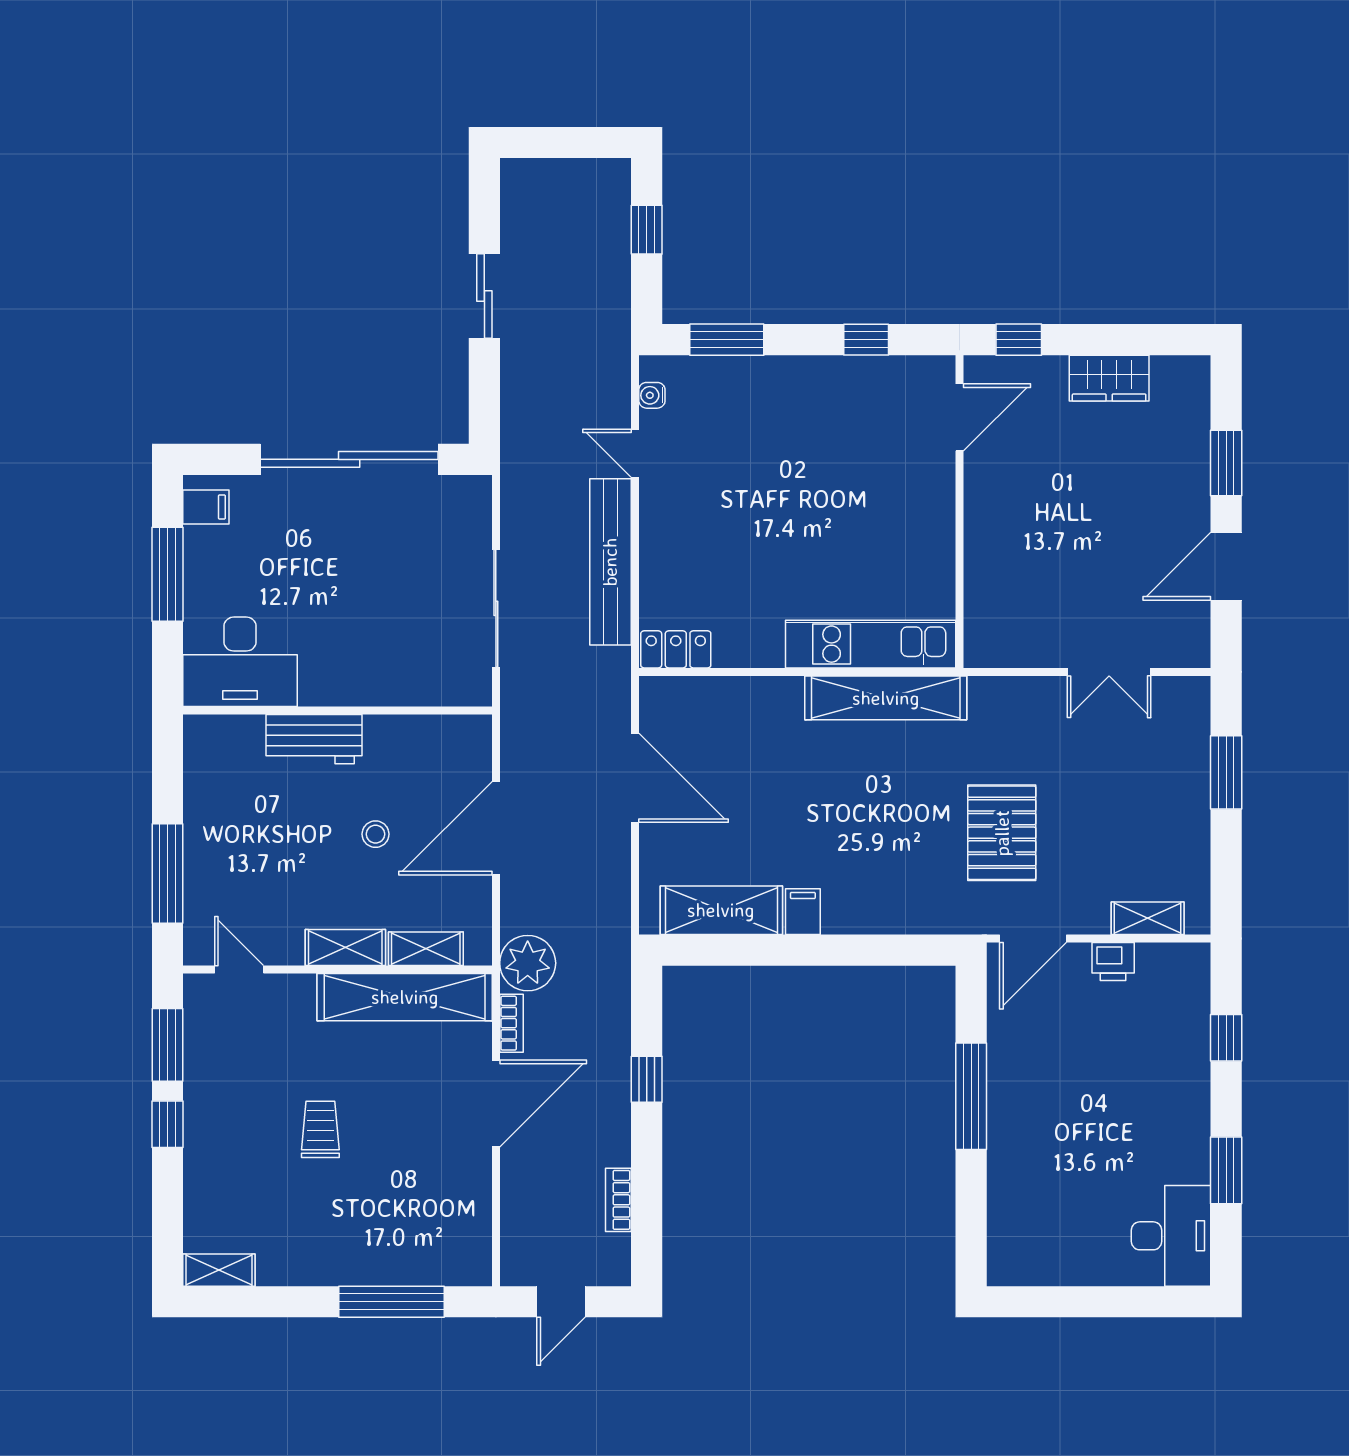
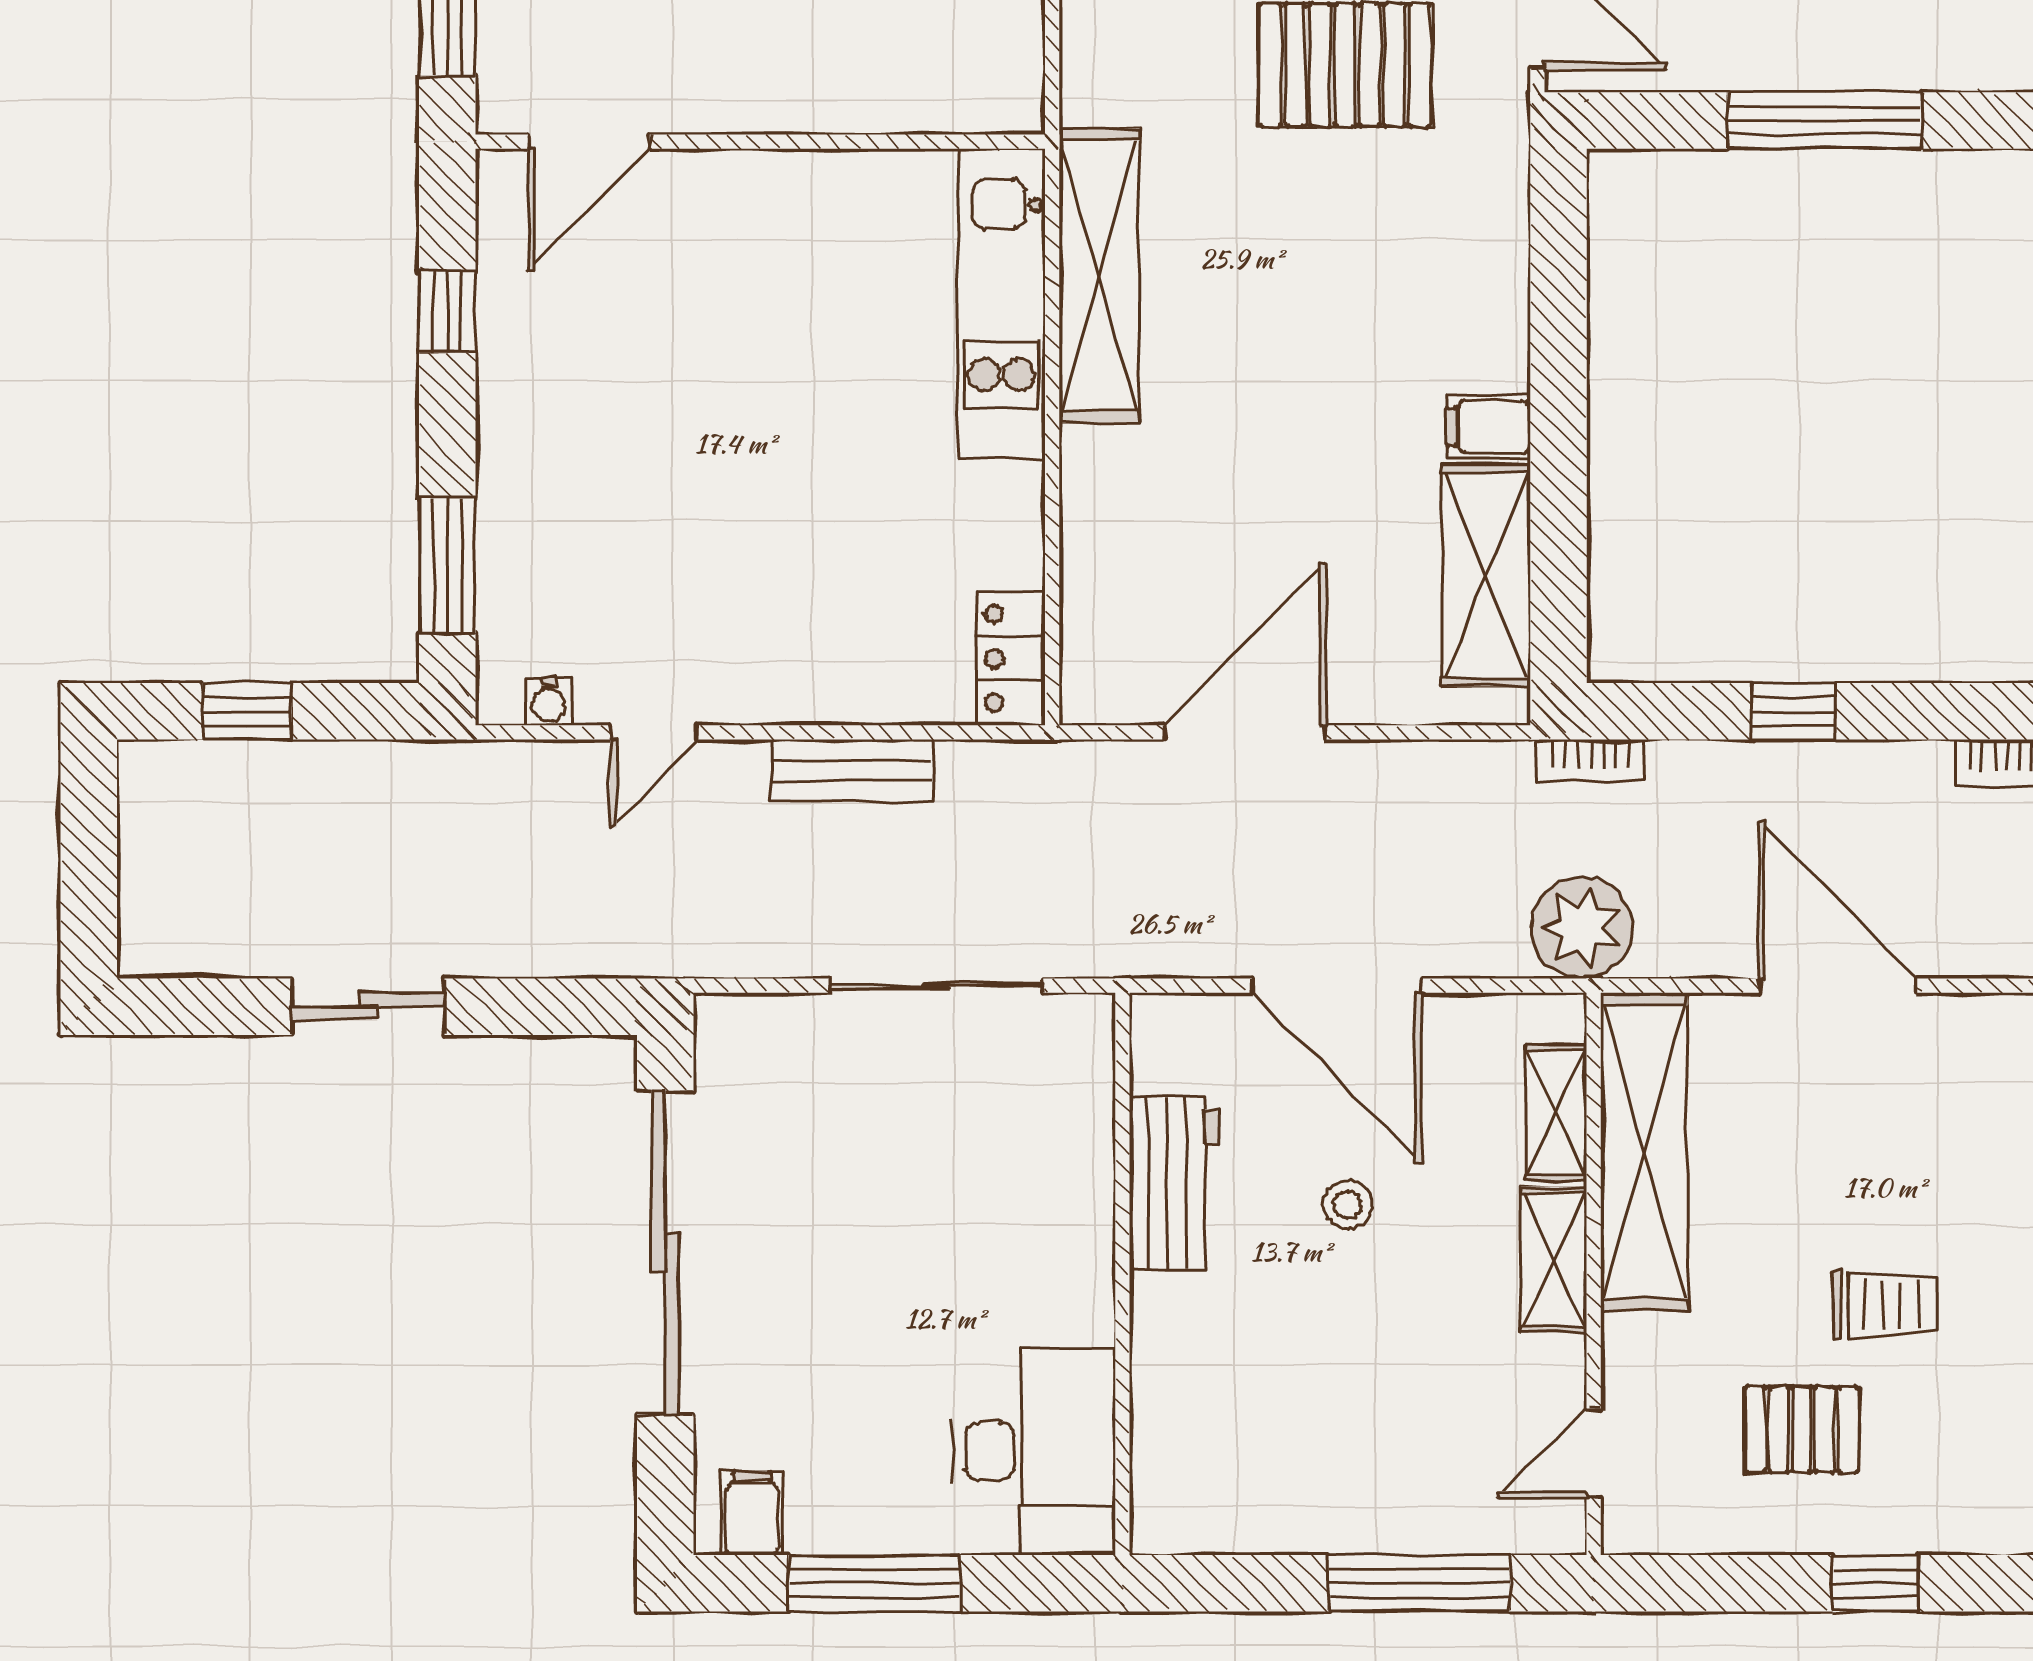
door: (960, 417) -> (589, 142), swing flipped
bench: (610, 562) -> (852, 770), width x0.54, depth x0.82
workbench: (314, 739) -> (1174, 1183), moved
bookcase: (511, 1023) -> (1590, 761), moved, turned 180
window: (167, 1045) -> (1731, 1583), removed
pallet: (252, 1084) -> (1802, 1430), added
trolley: (320, 1129) -> (1885, 1305), turned 180

